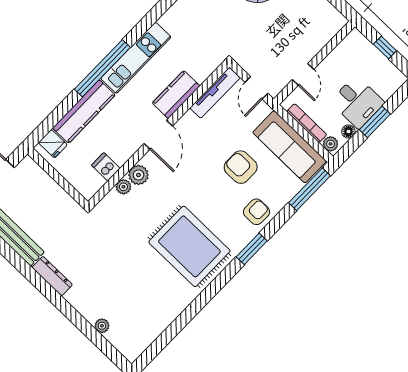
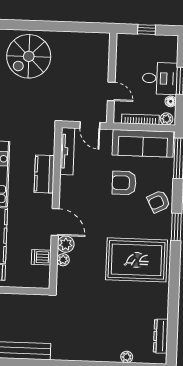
door: (158, 135) -> (55, 222), moved
armchair: (257, 212) -> (159, 201), turned -117
dresser: (52, 276) -> (161, 336), moved, turned -90

